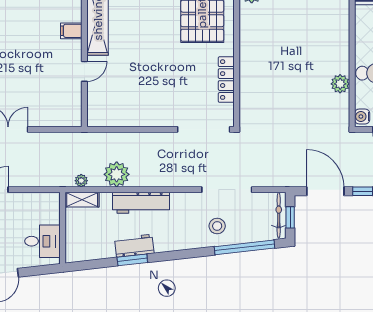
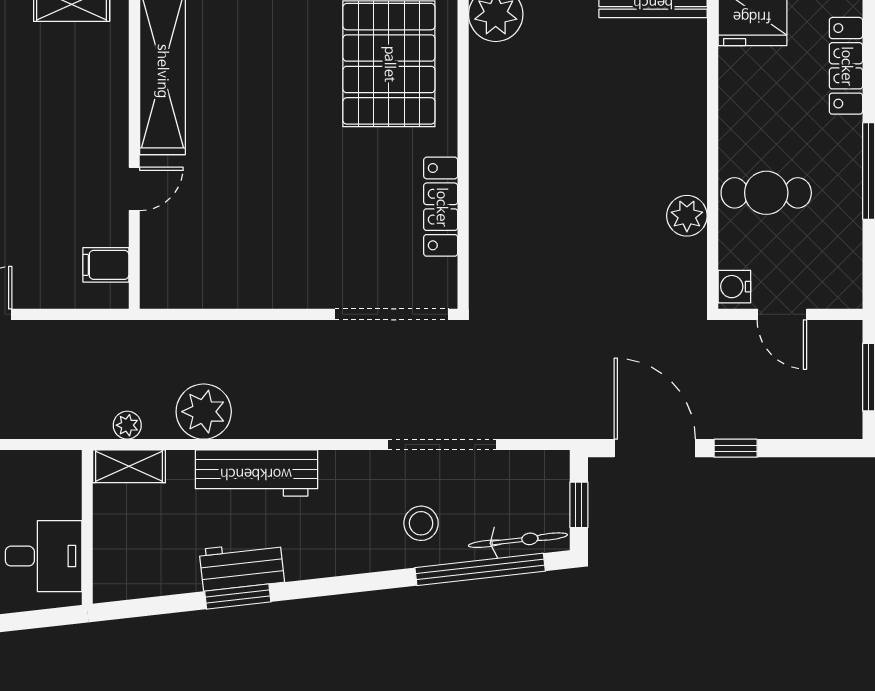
filing cabinet: (71, 31) -> (106, 265), moved
bicycle: (279, 215) -> (518, 540), moved, turned 84

